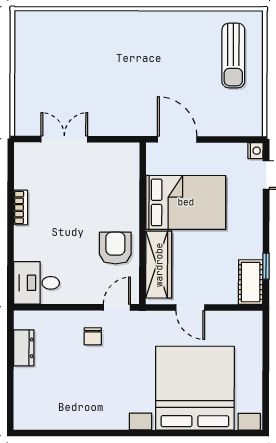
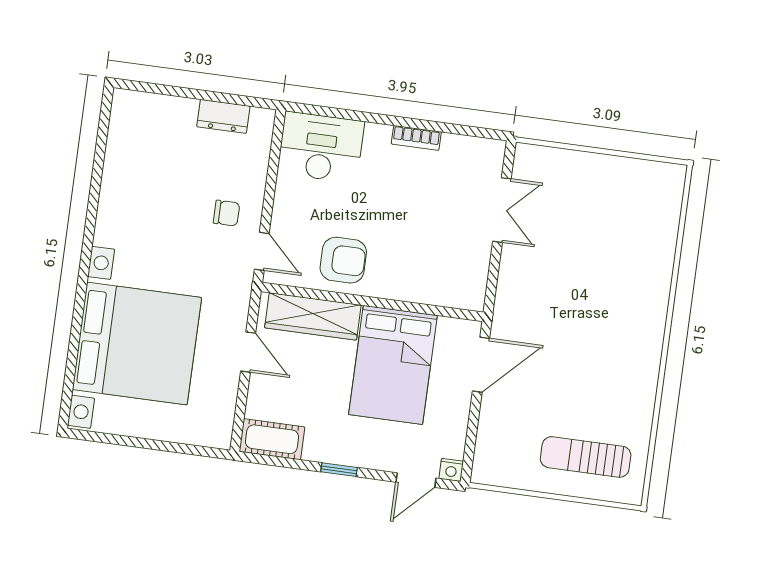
window: (266, 266) -> (339, 470), moved
desk: (37, 283) -> (321, 147), width x1.37
door: (190, 308) -> (248, 352), swing flipped
chair: (93, 336) -> (226, 213), turned 180

